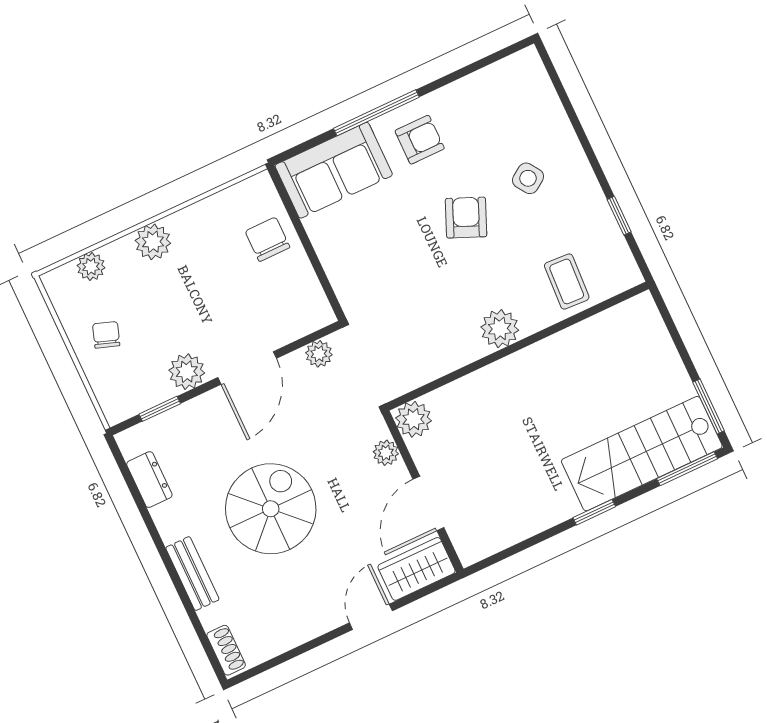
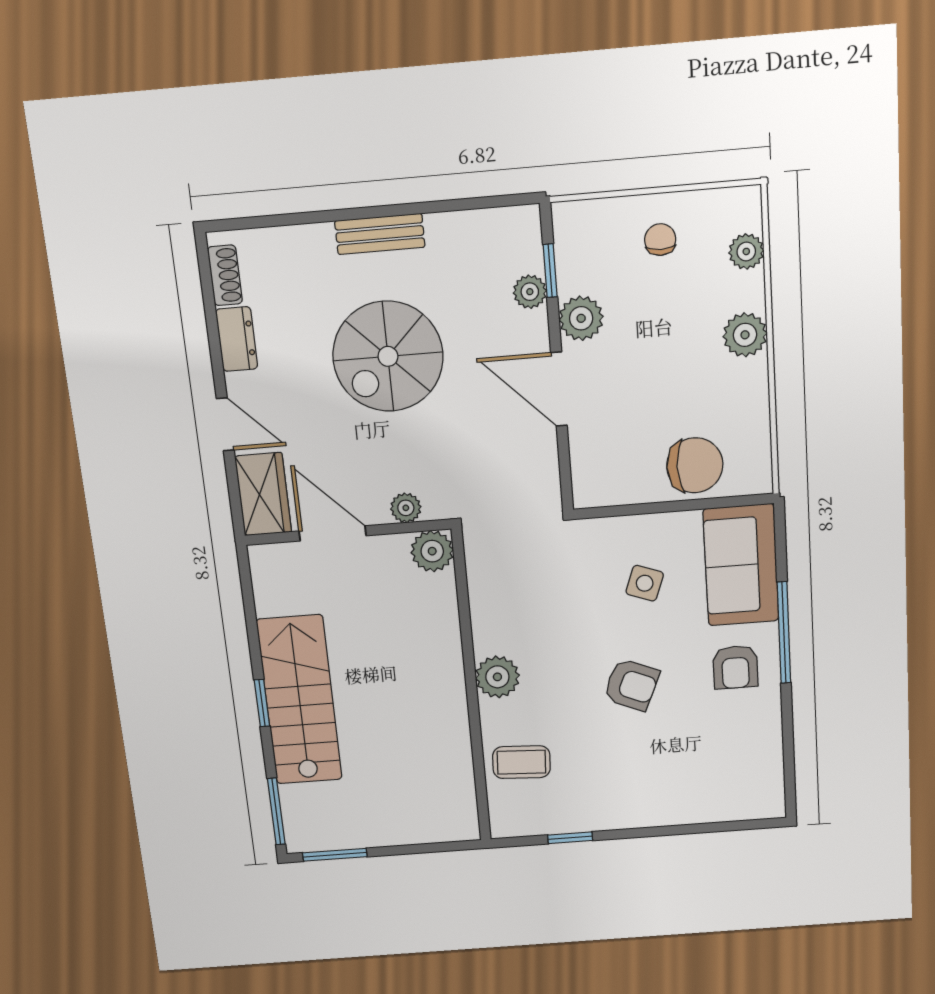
side table: (528, 178) -> (645, 583), moved, turned -36
chair: (268, 239) -> (695, 465), width x1.37, depth x1.37
chair: (106, 335) -> (660, 240), turned -109
plant: (319, 354) -> (530, 292), moved
stairs: (642, 454) -> (299, 700), moved
dresser: (149, 480) -> (237, 339), moved, turned -90
spiral stairs: (271, 509) -> (388, 356), turned 90
bench: (192, 574) -> (380, 234), moved
shoe rack: (226, 650) -> (225, 275), moved, turned -90

